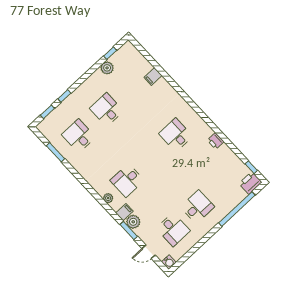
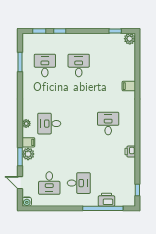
plant: (107, 68) -> (130, 39), moved
filing cabinet: (153, 76) -> (129, 86), moved
printer: (250, 183) -> (107, 200), moved

